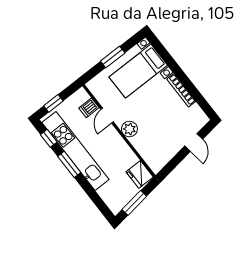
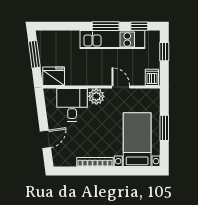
dishwasher: (89, 108) -> (152, 77), moved
desk: (151, 143) -> (72, 105), added
door: (194, 143) -> (45, 139), swing flipped
kitchen unit: (75, 151) -> (112, 40), width x0.73

